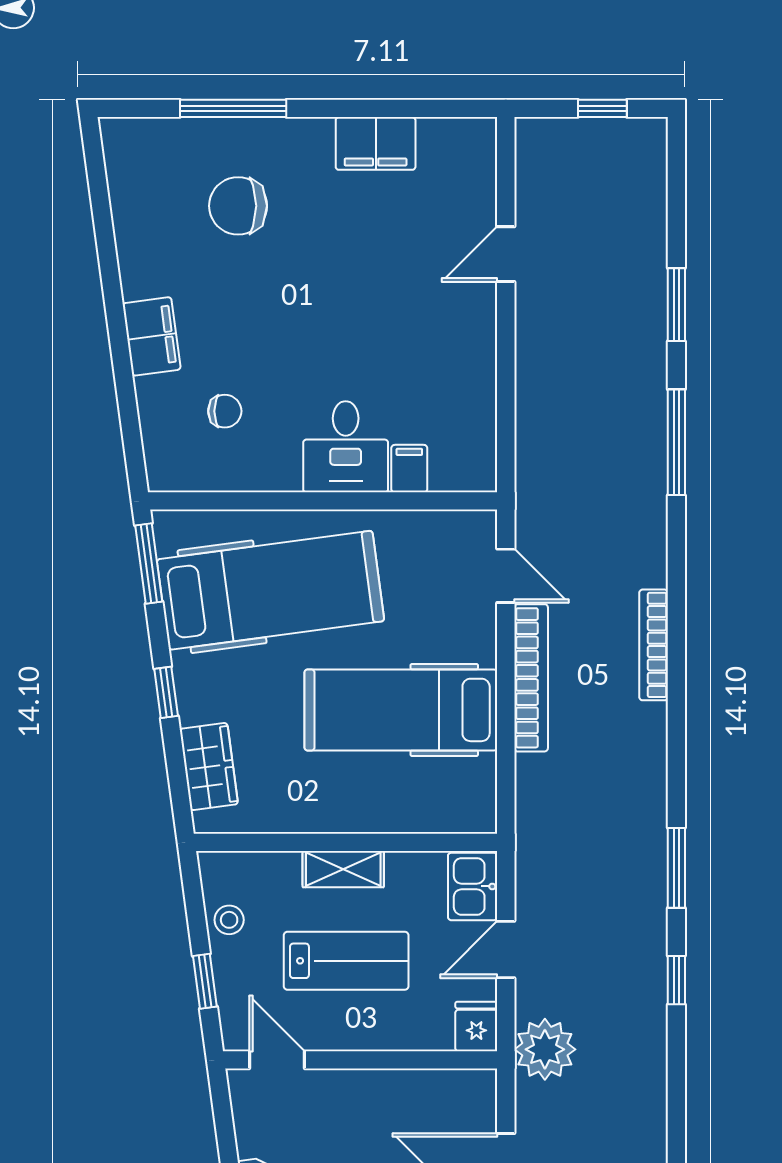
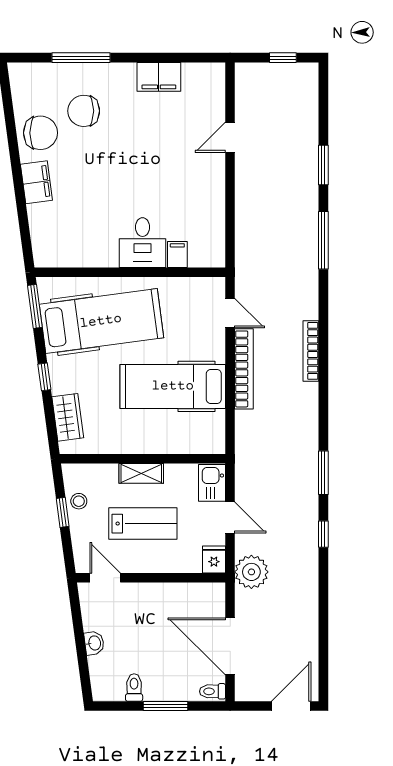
chair: (225, 411) -> (40, 133), moved, width x1.87, depth x1.87
door: (506, 950) -> (230, 517), swing flipped
window: (205, 981) -> (63, 512), moved

